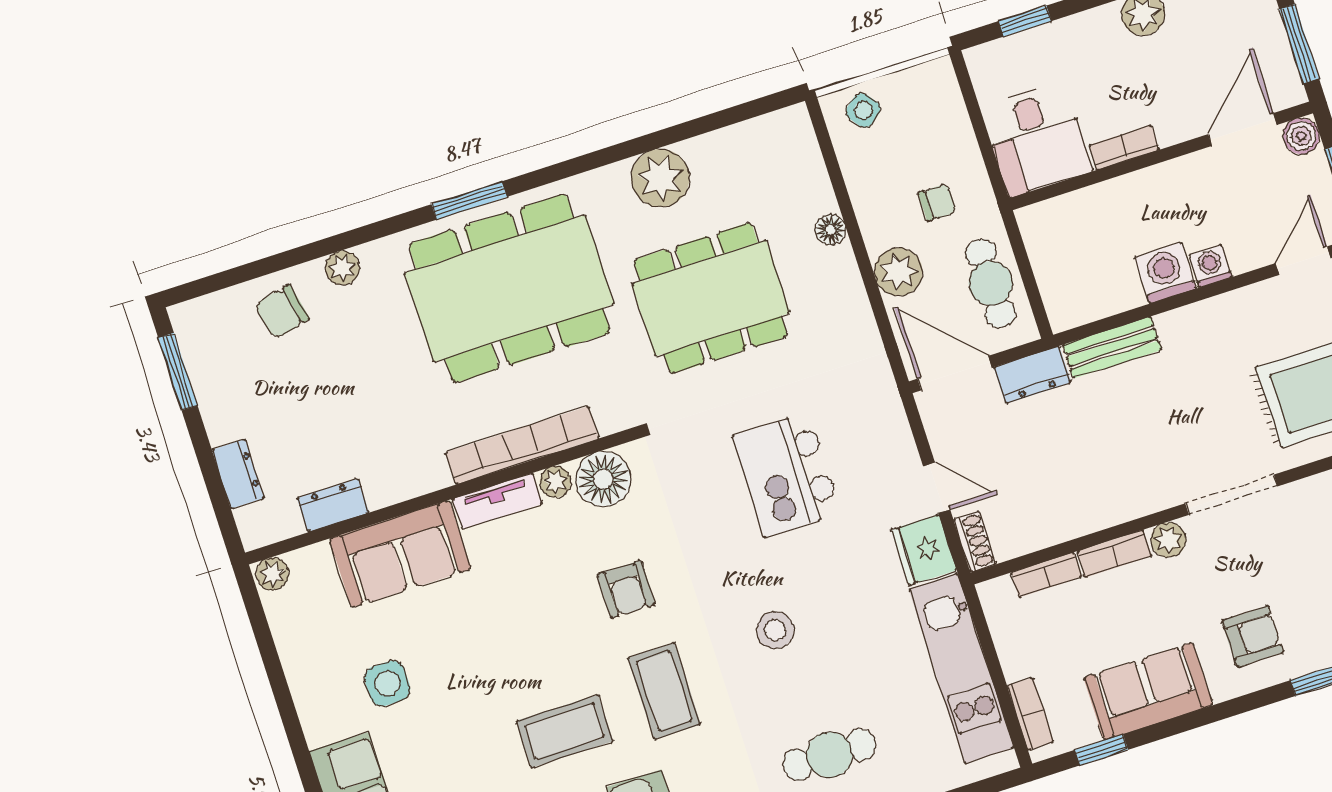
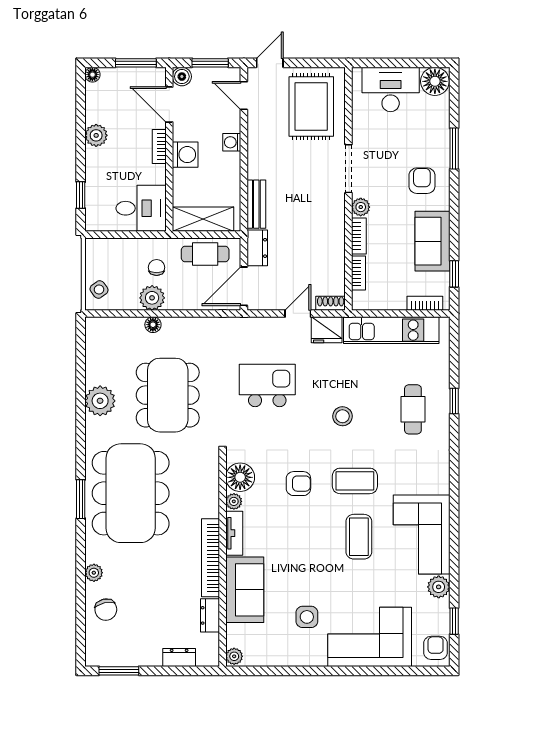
bookcase: (1124, 147) -> (159, 147), moved
shelving: (1053, 259) -> (203, 219), added
plant: (899, 272) -> (152, 298), moved
washing machine: (1165, 273) -> (185, 155), moved, turned 180
bookcase: (522, 445) -> (210, 558), moved
kitchen island: (787, 475) -> (267, 385), turned 180

